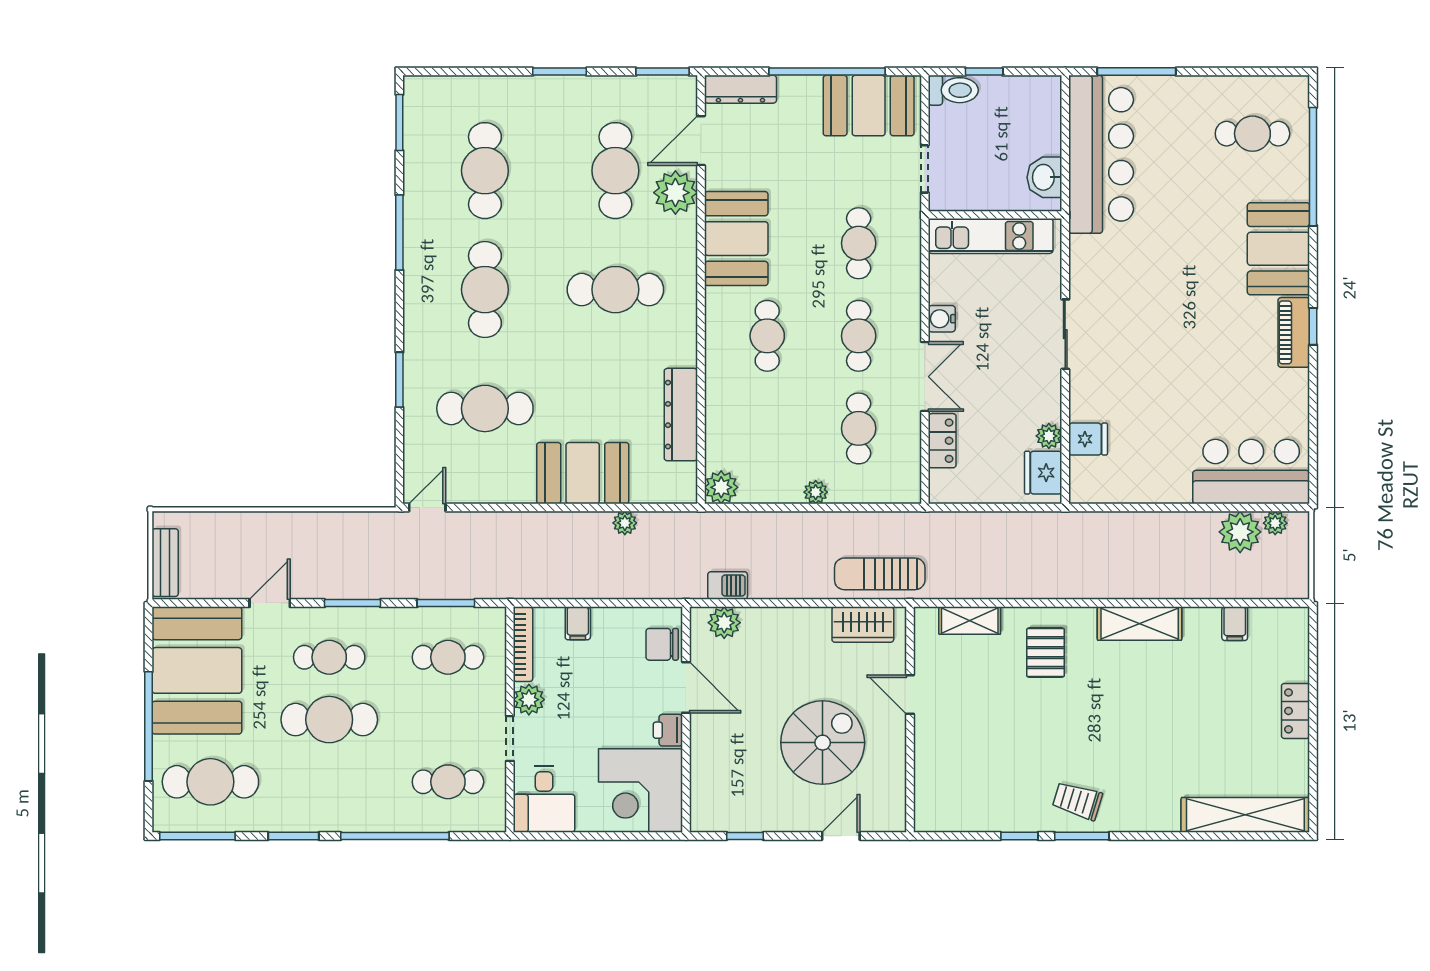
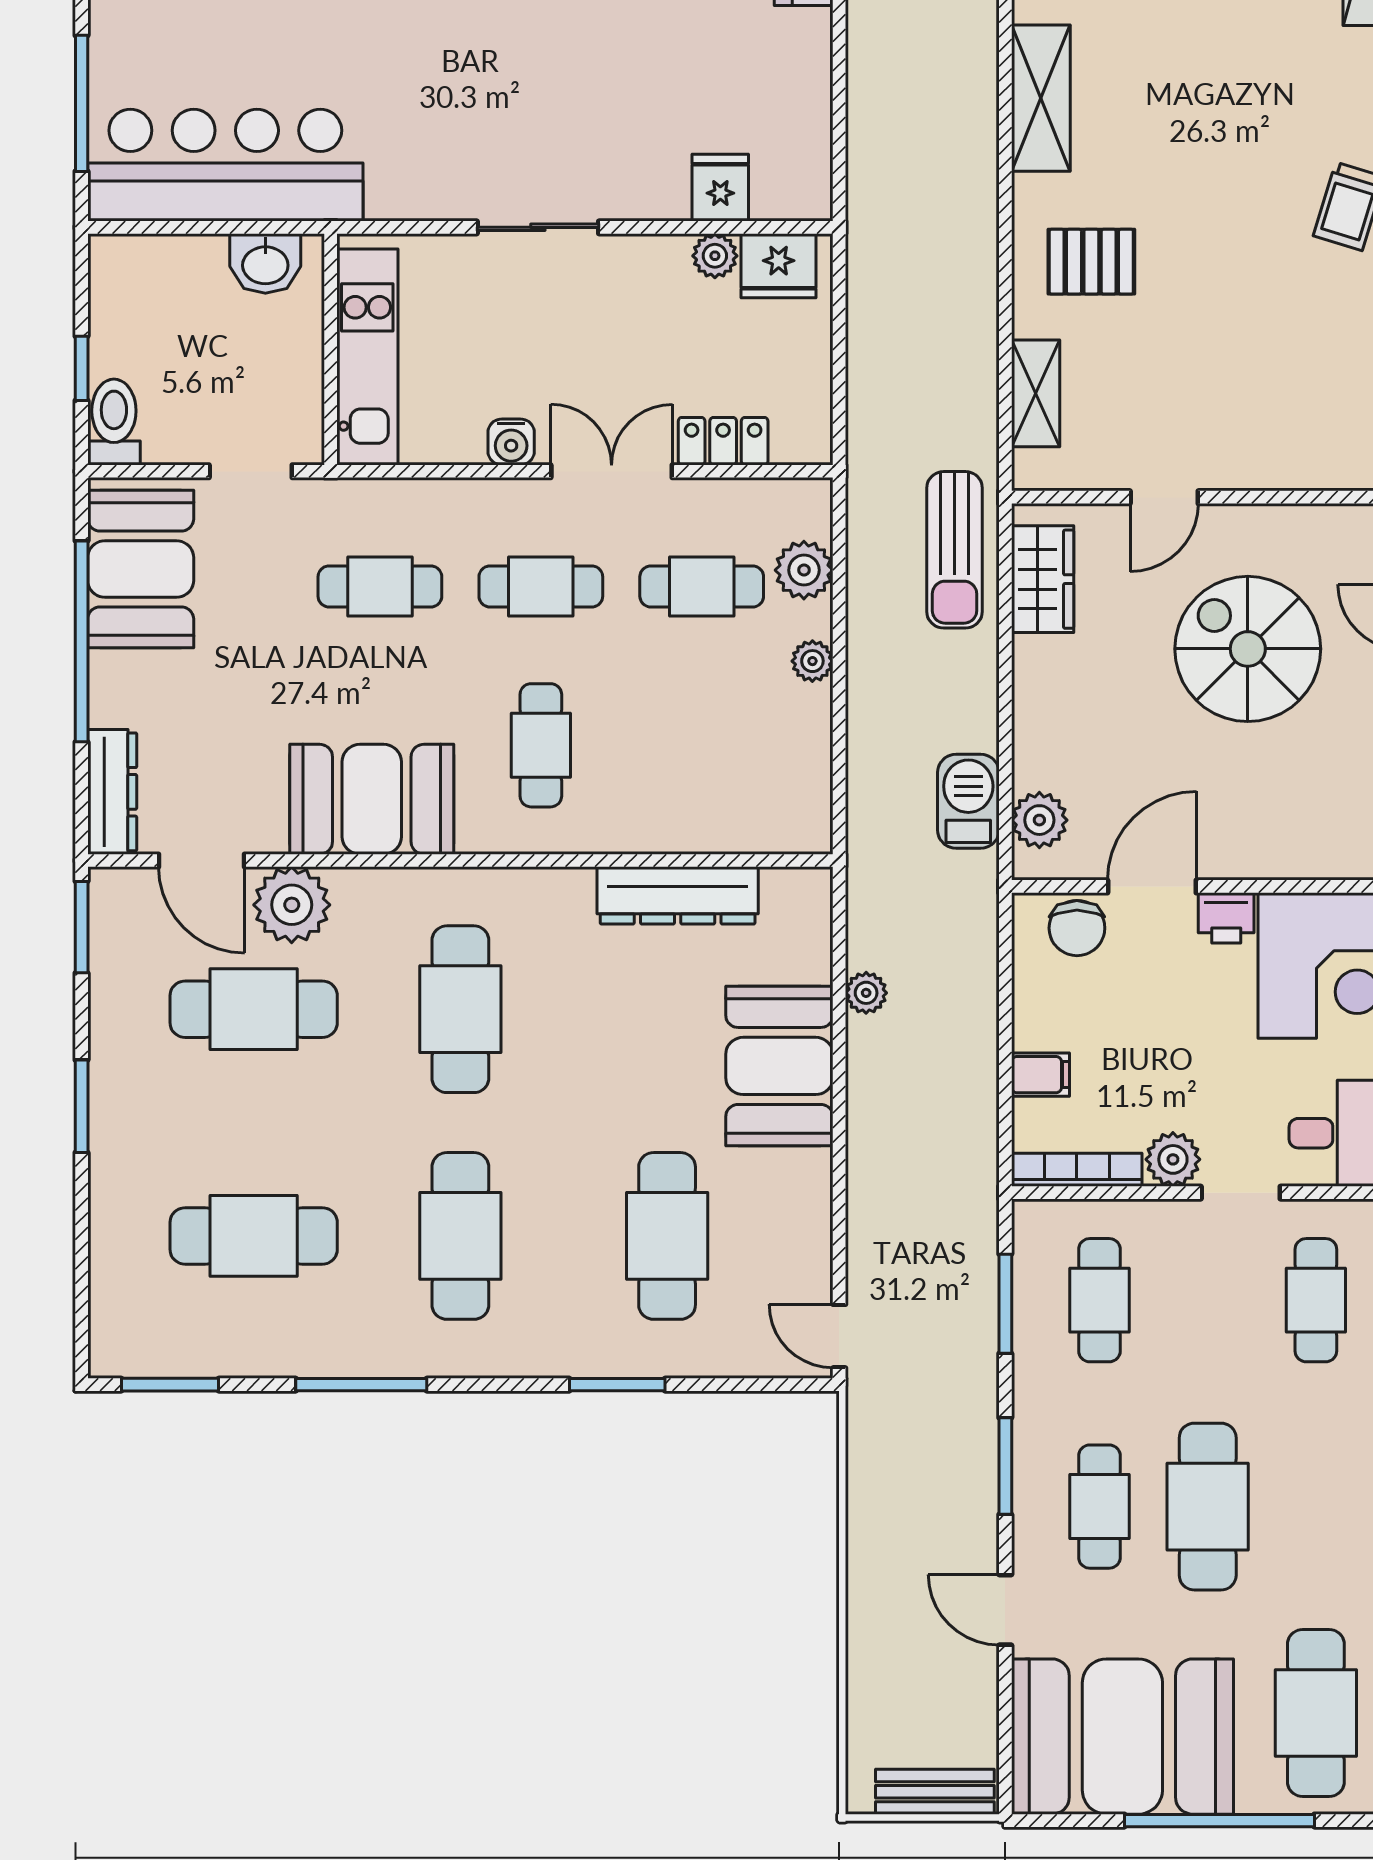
cafe table: (485, 290) -> (460, 1236), turned 90
cafe table: (767, 336) -> (541, 745), turned 90
plant: (721, 487) -> (804, 570), moved
barbecue: (728, 586) -> (968, 801), width x1.38, depth x1.27

